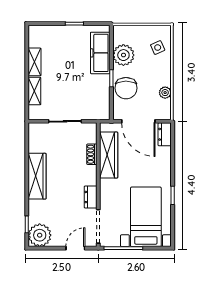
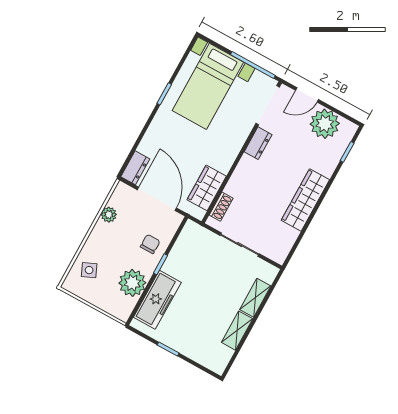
chair: (126, 88) -> (150, 244), width x0.54, depth x0.54
shoe rack: (92, 154) -> (221, 207), moved
wardrobe: (109, 155) -> (207, 188), width x0.67
plant: (40, 235) -> (325, 124), moved

